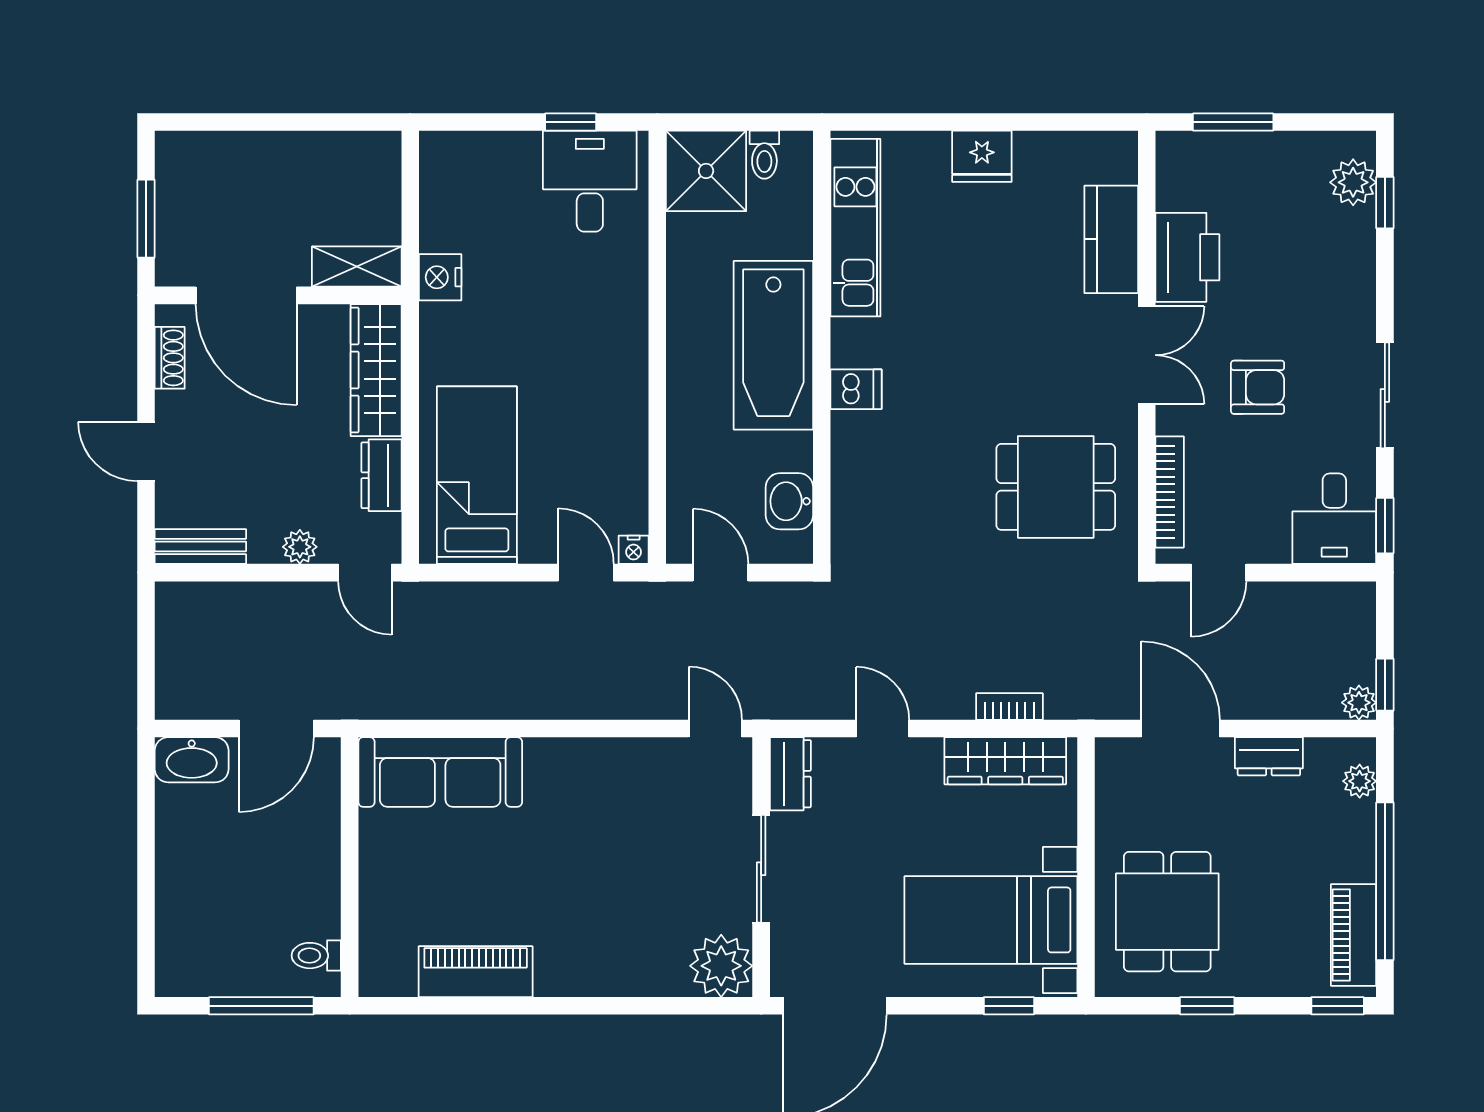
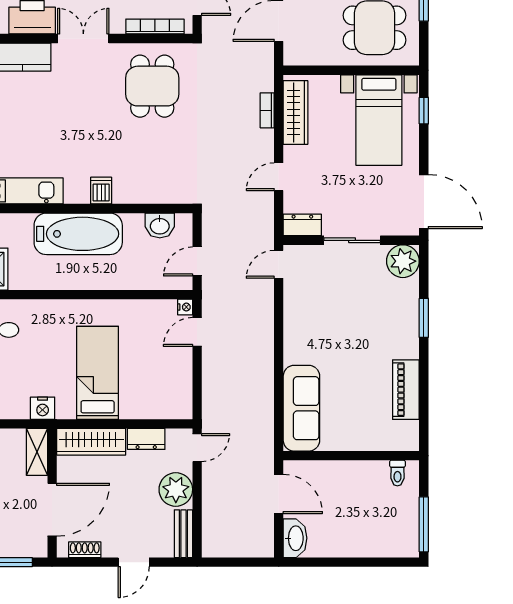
bed: (477, 475) -> (98, 373), moved, turned 90
plant: (300, 547) -> (176, 489), width x1.88, depth x1.88
window: (261, 1006) -> (424, 524), moved
window: (613, 1006) -> (424, 318), added

